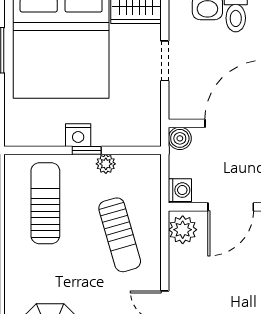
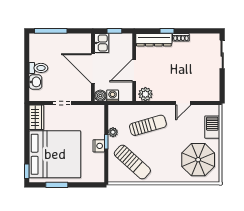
washing machine: (180, 190) -> (113, 96), moved
sun lounger: (45, 203) -> (132, 162), turned -138
door: (231, 207) -> (134, 70), swing flipped

